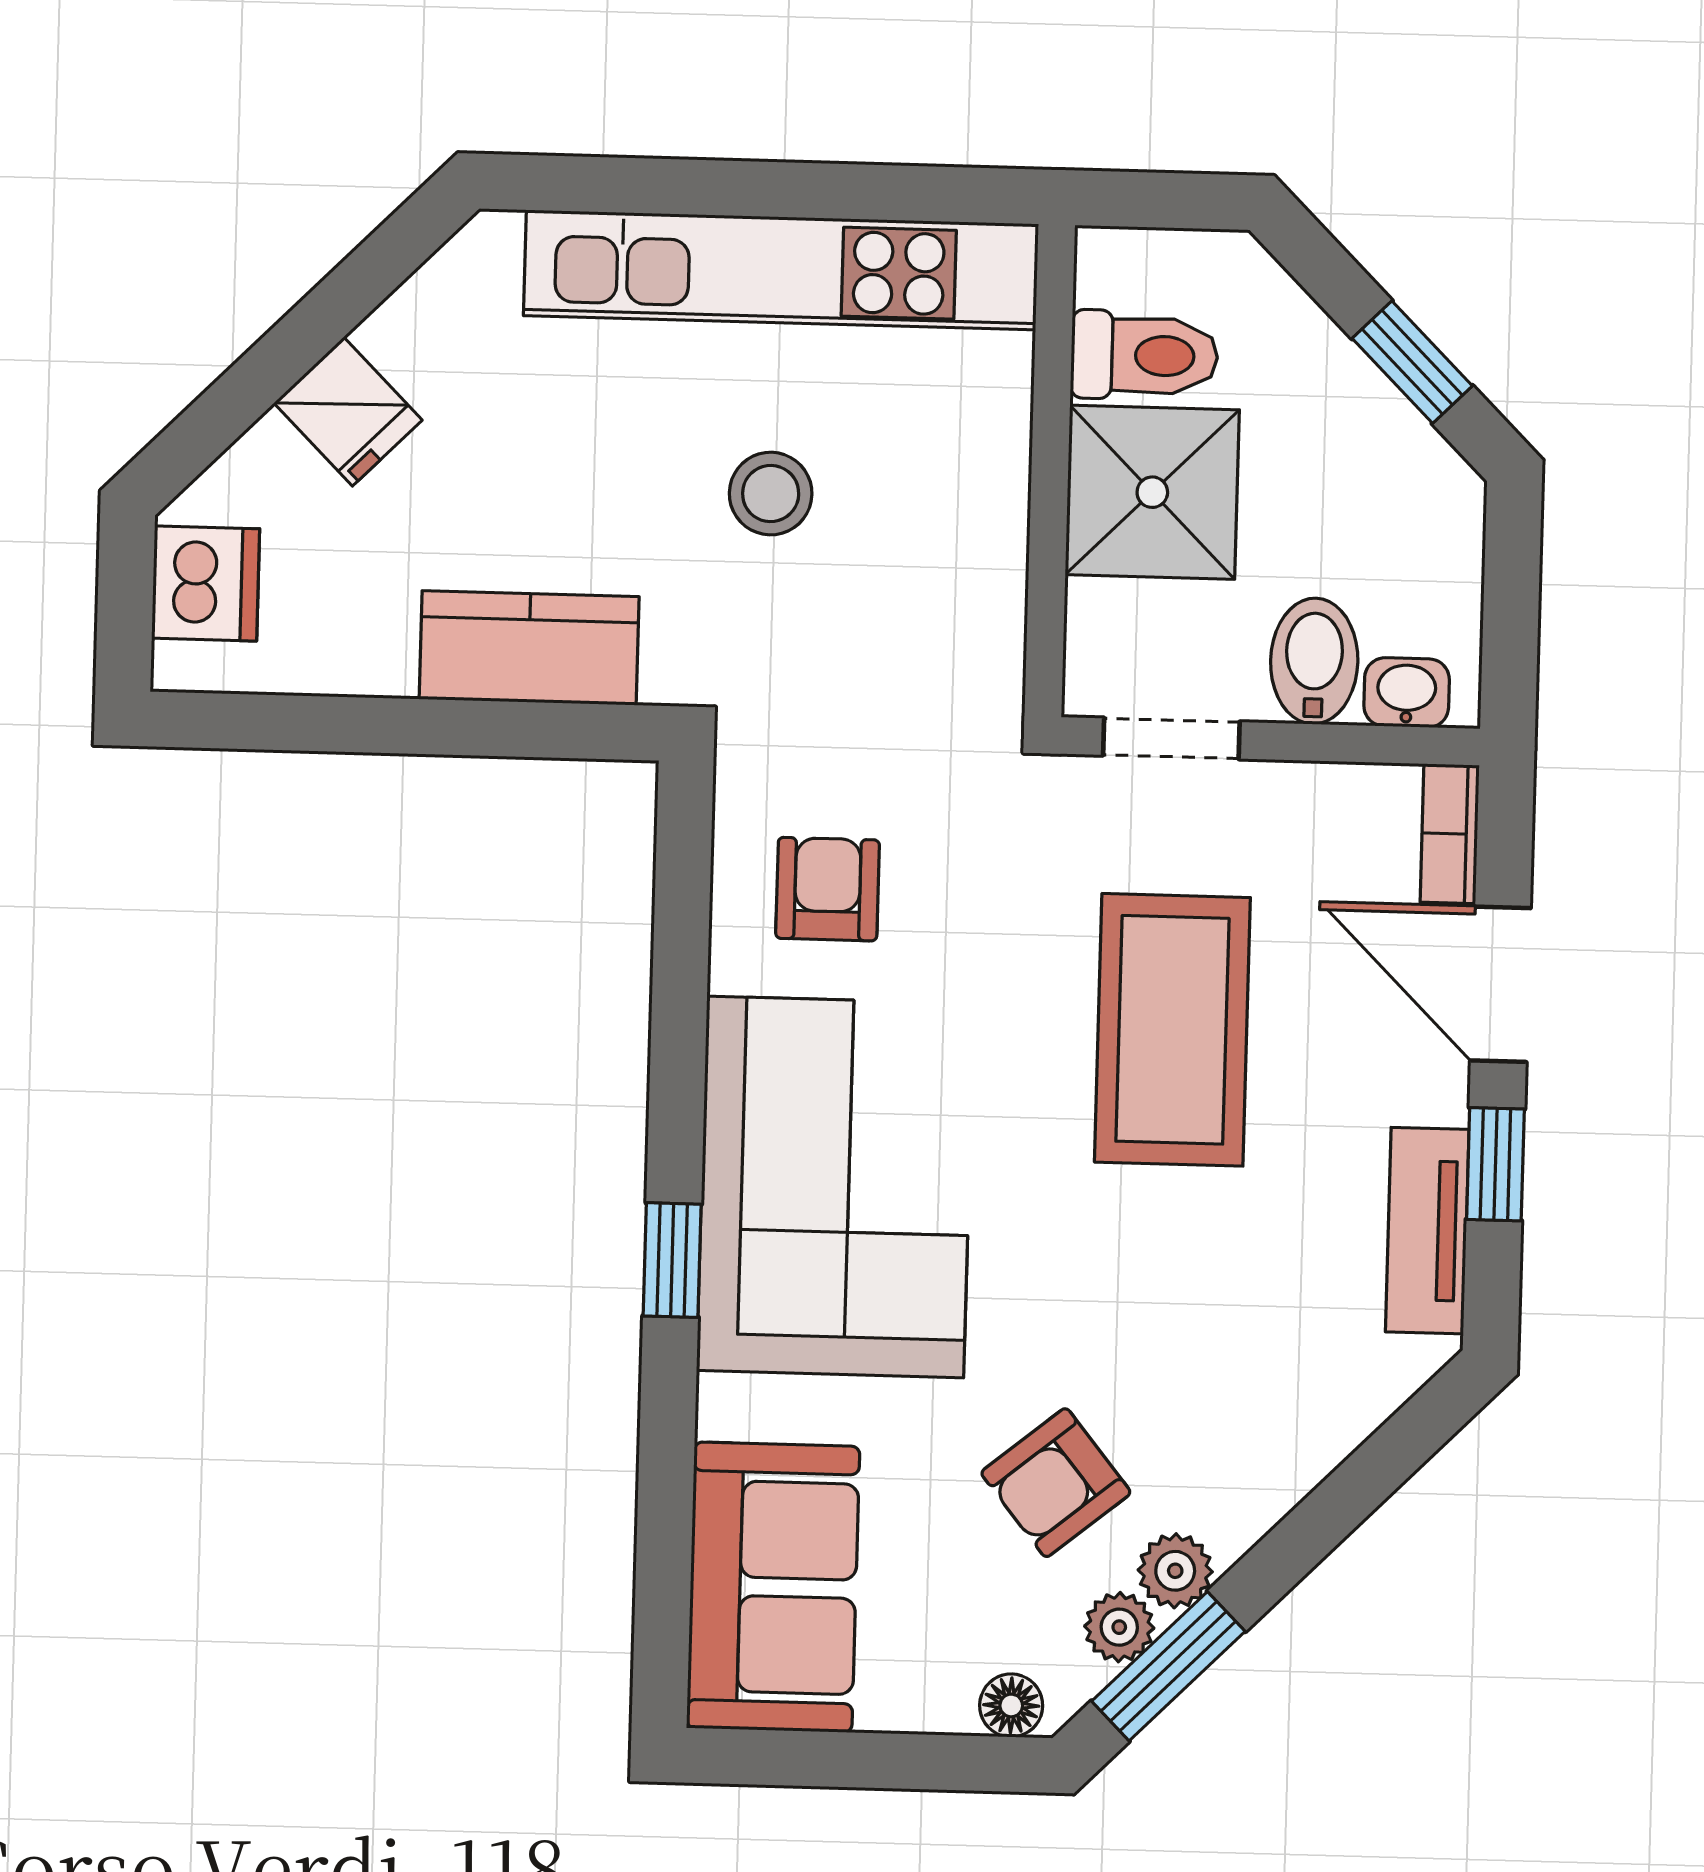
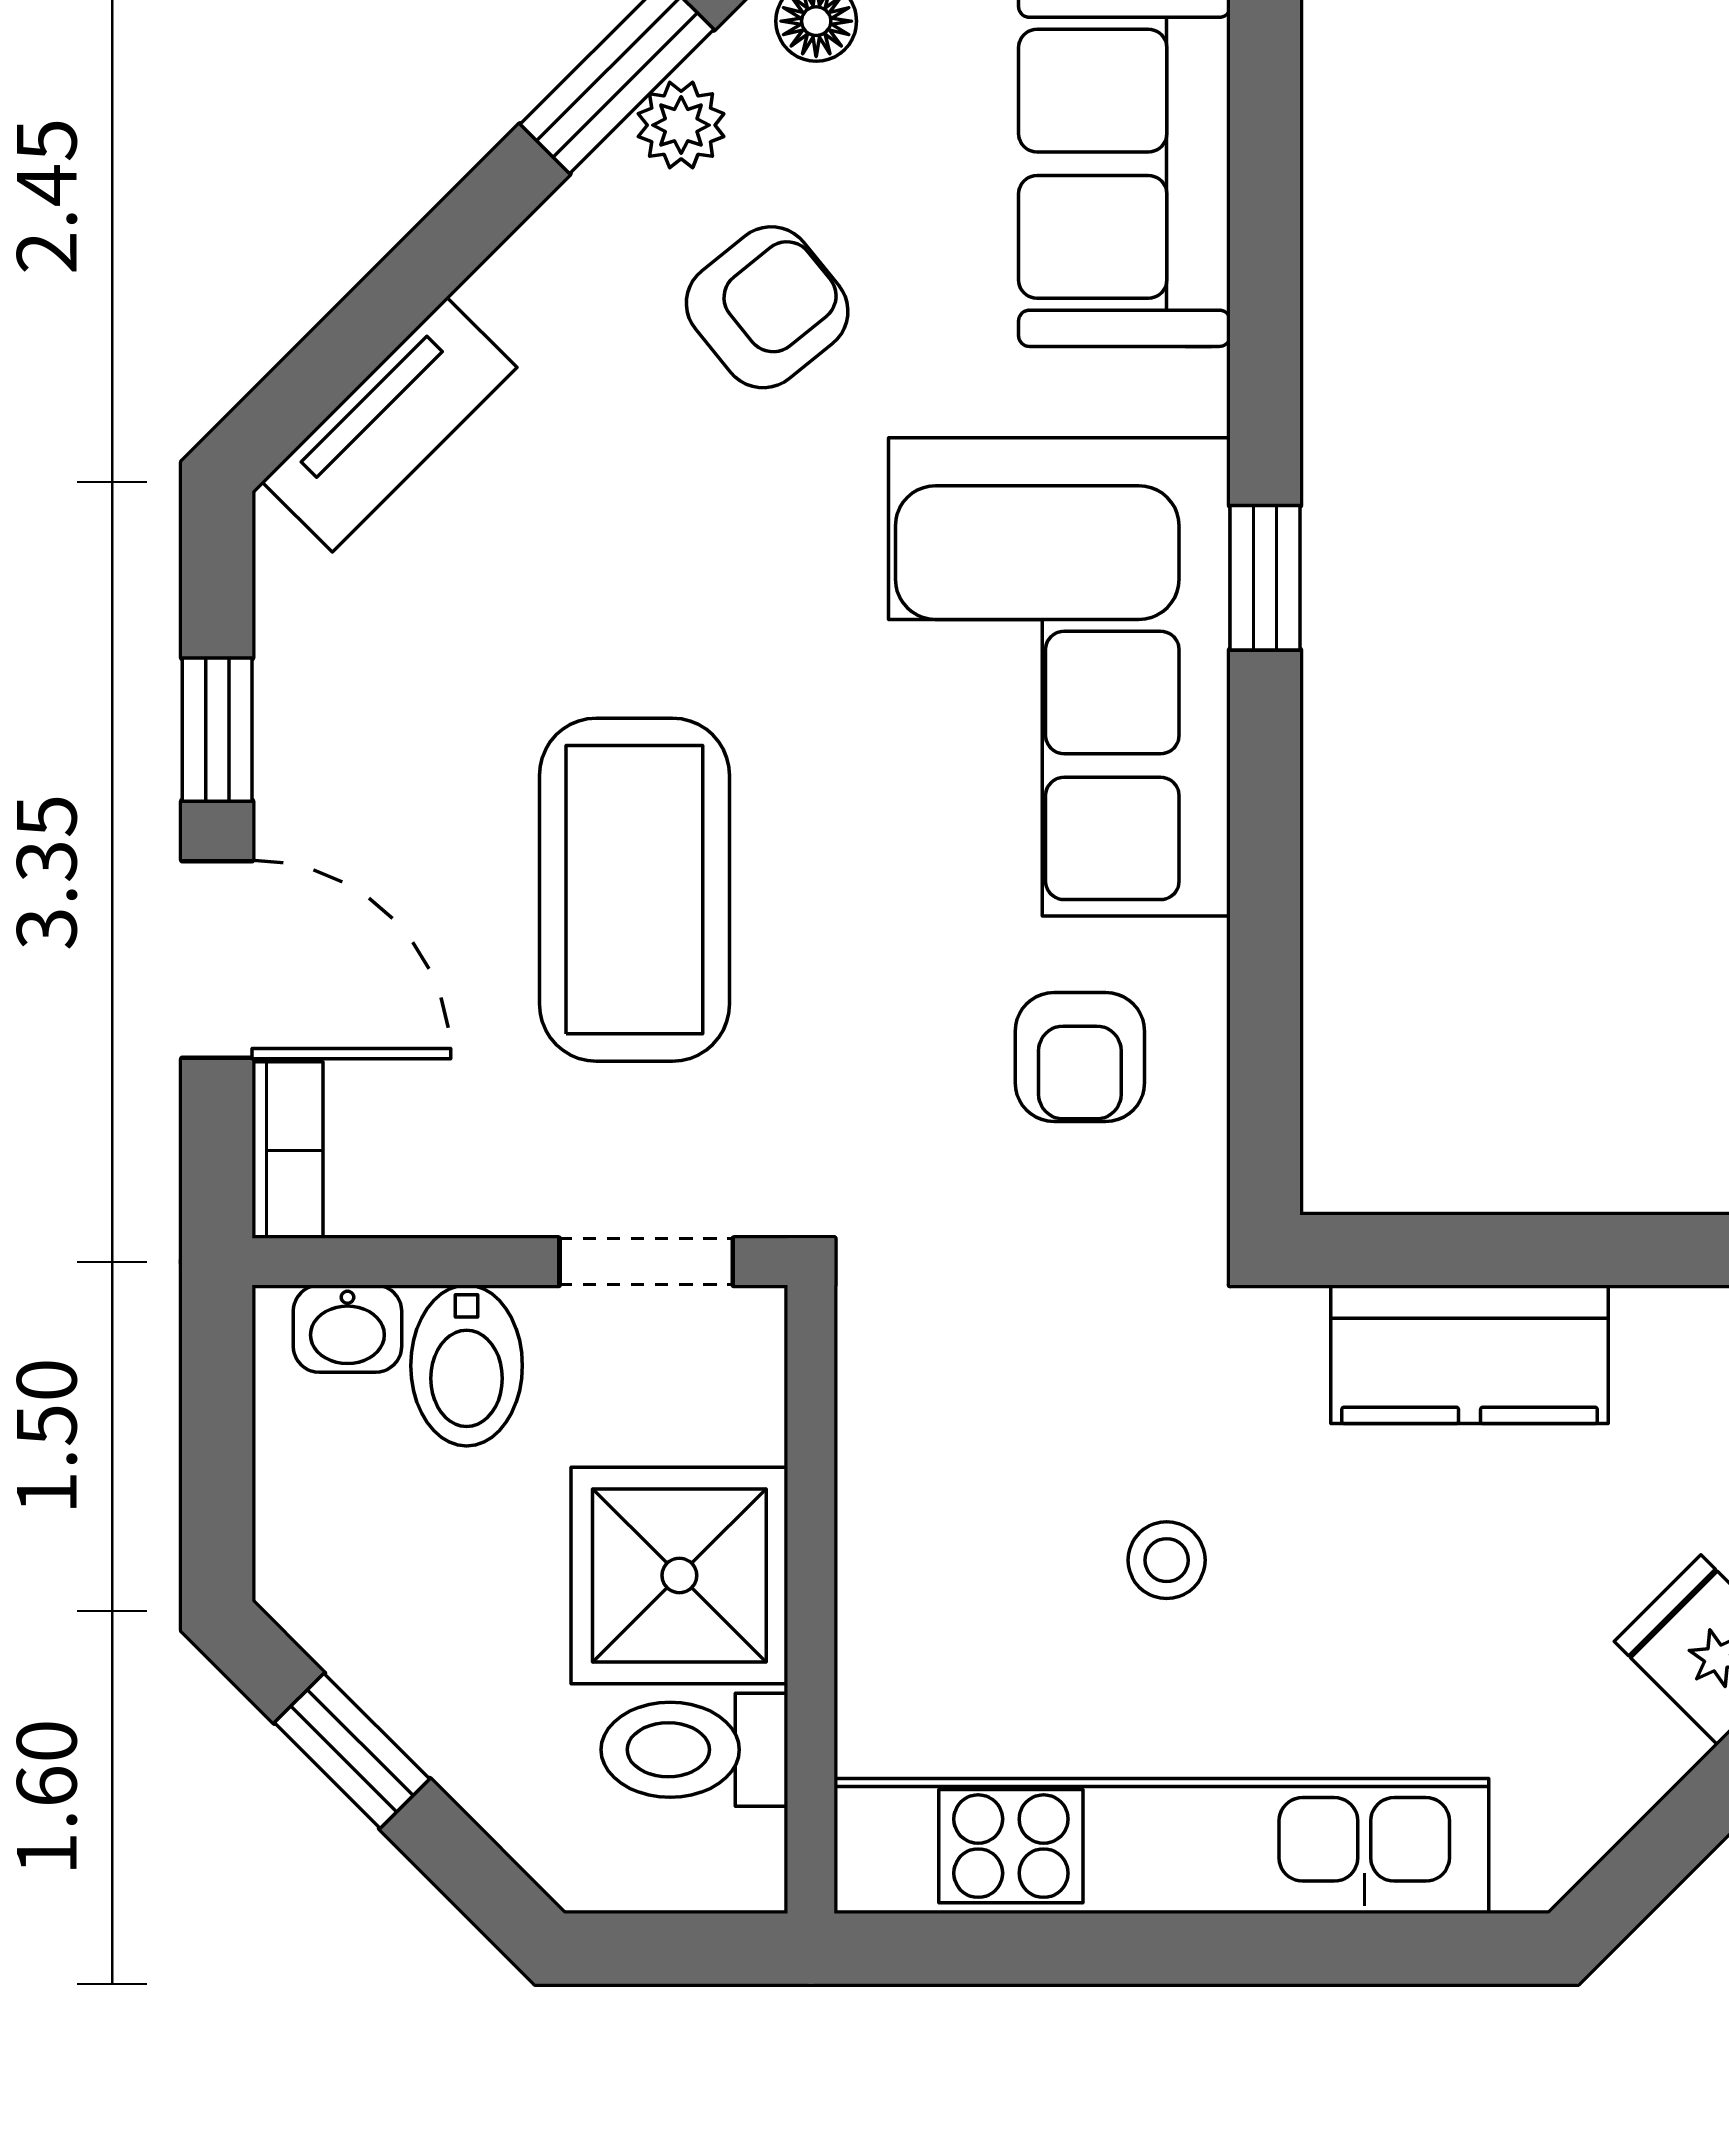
stool: (771, 494) -> (1167, 1560), width x0.73, depth x0.73
tv unit: (1427, 1231) -> (389, 424), moved, turned 45
plant: (1175, 1571) -> (612, 199), removed

